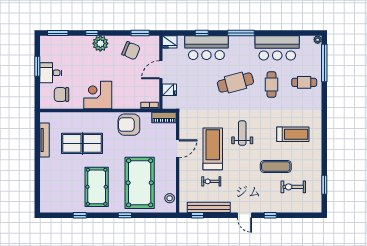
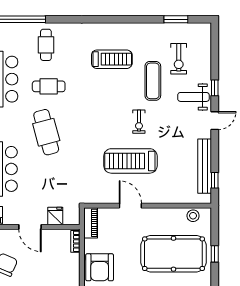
weight bench: (242, 133) -> (193, 97), moved
treadmill: (293, 134) -> (112, 59), turned 90
exercise bike: (211, 181) -> (139, 122), moved
window: (125, 215) -> (215, 254), moved

